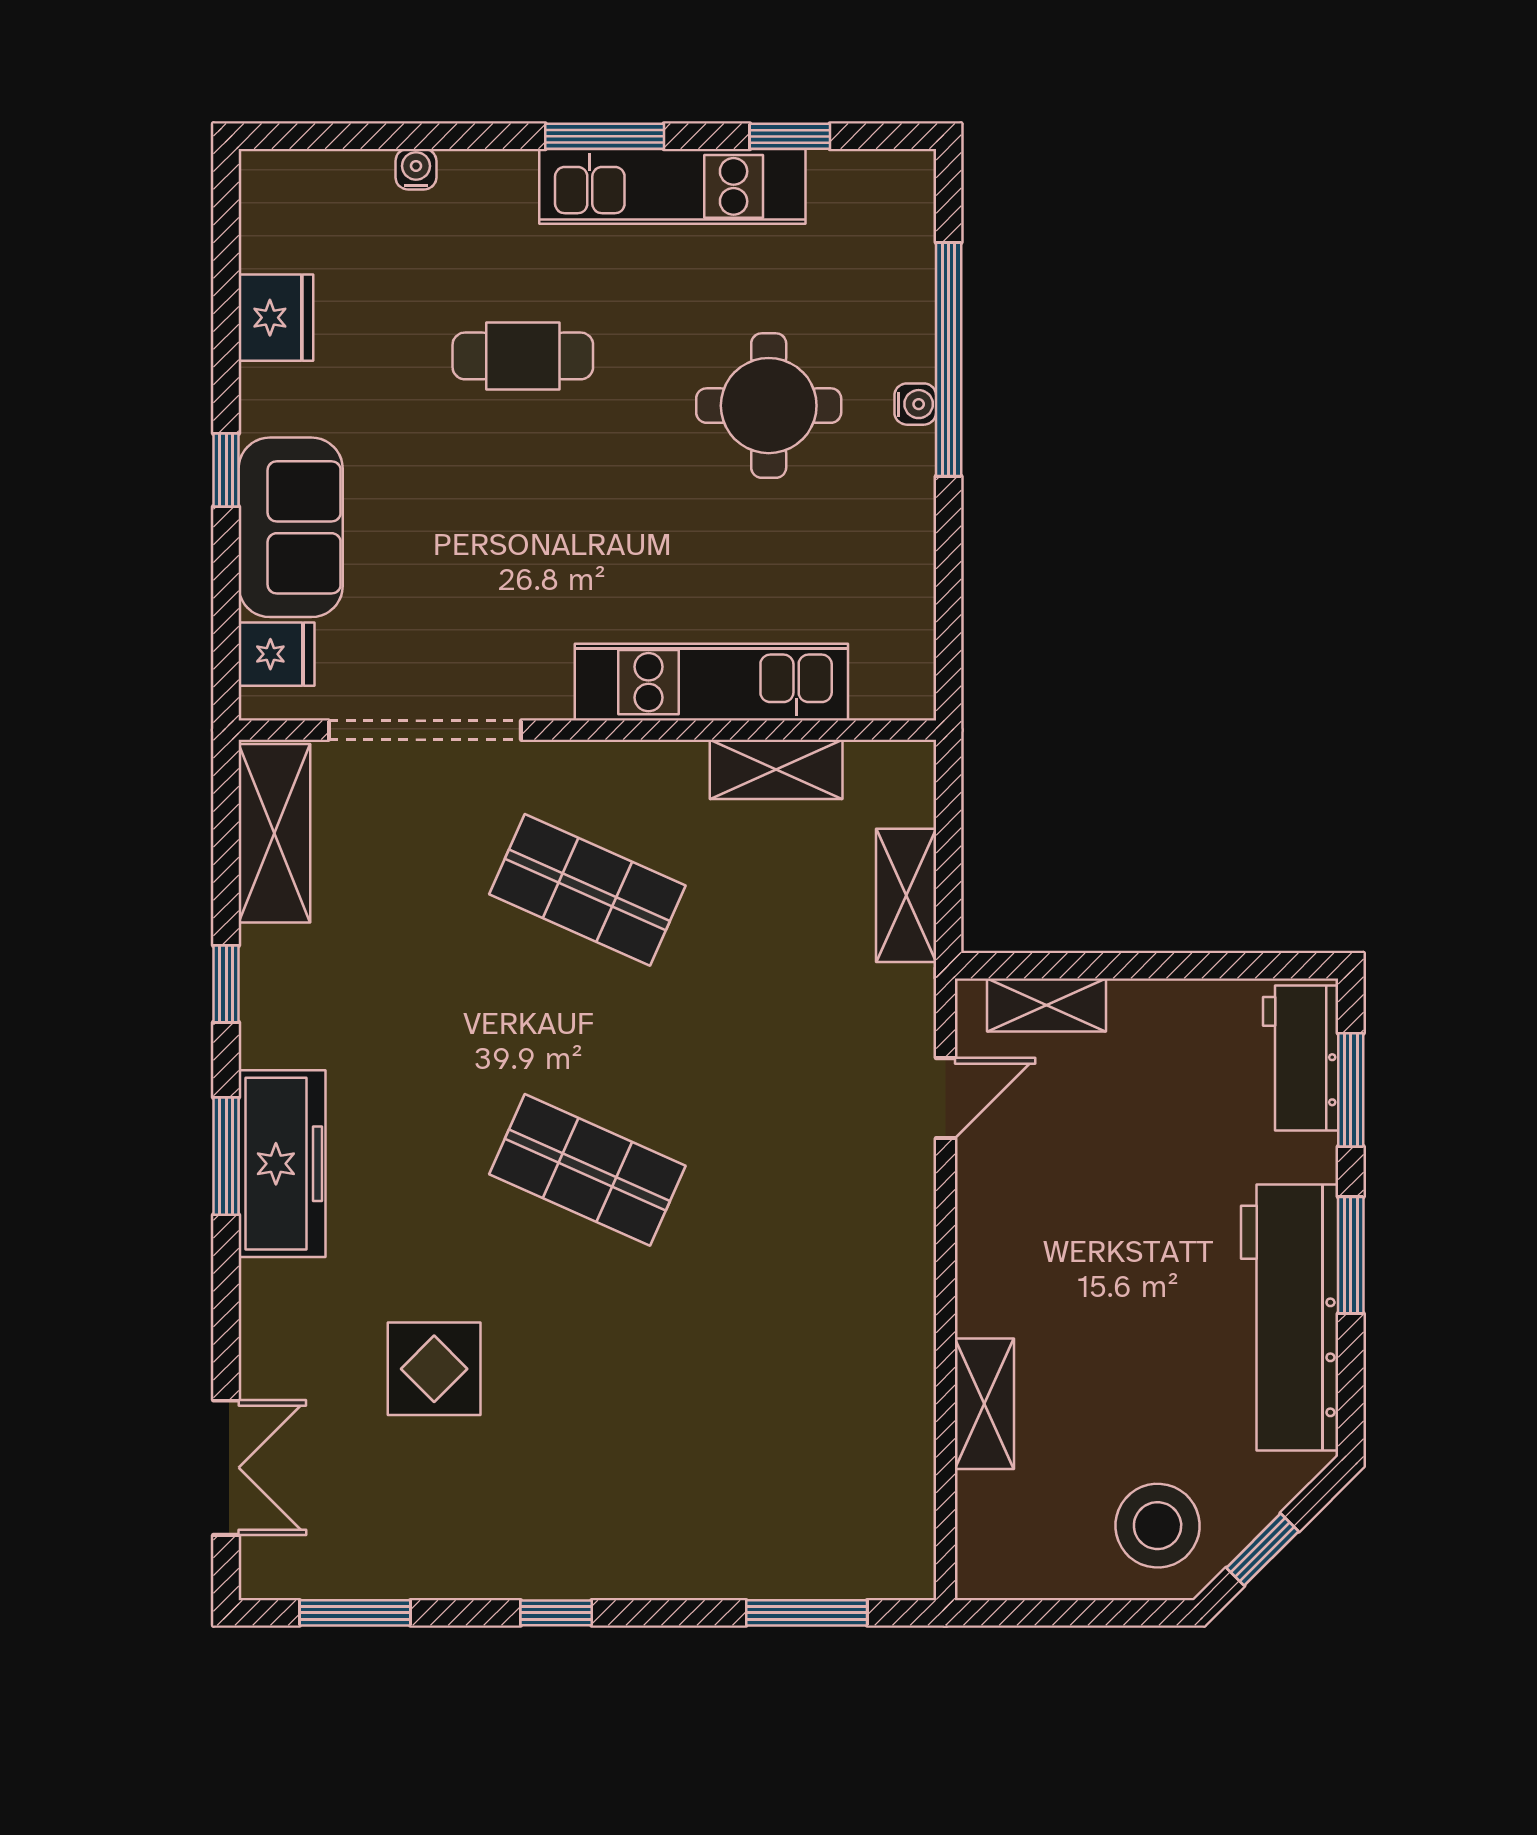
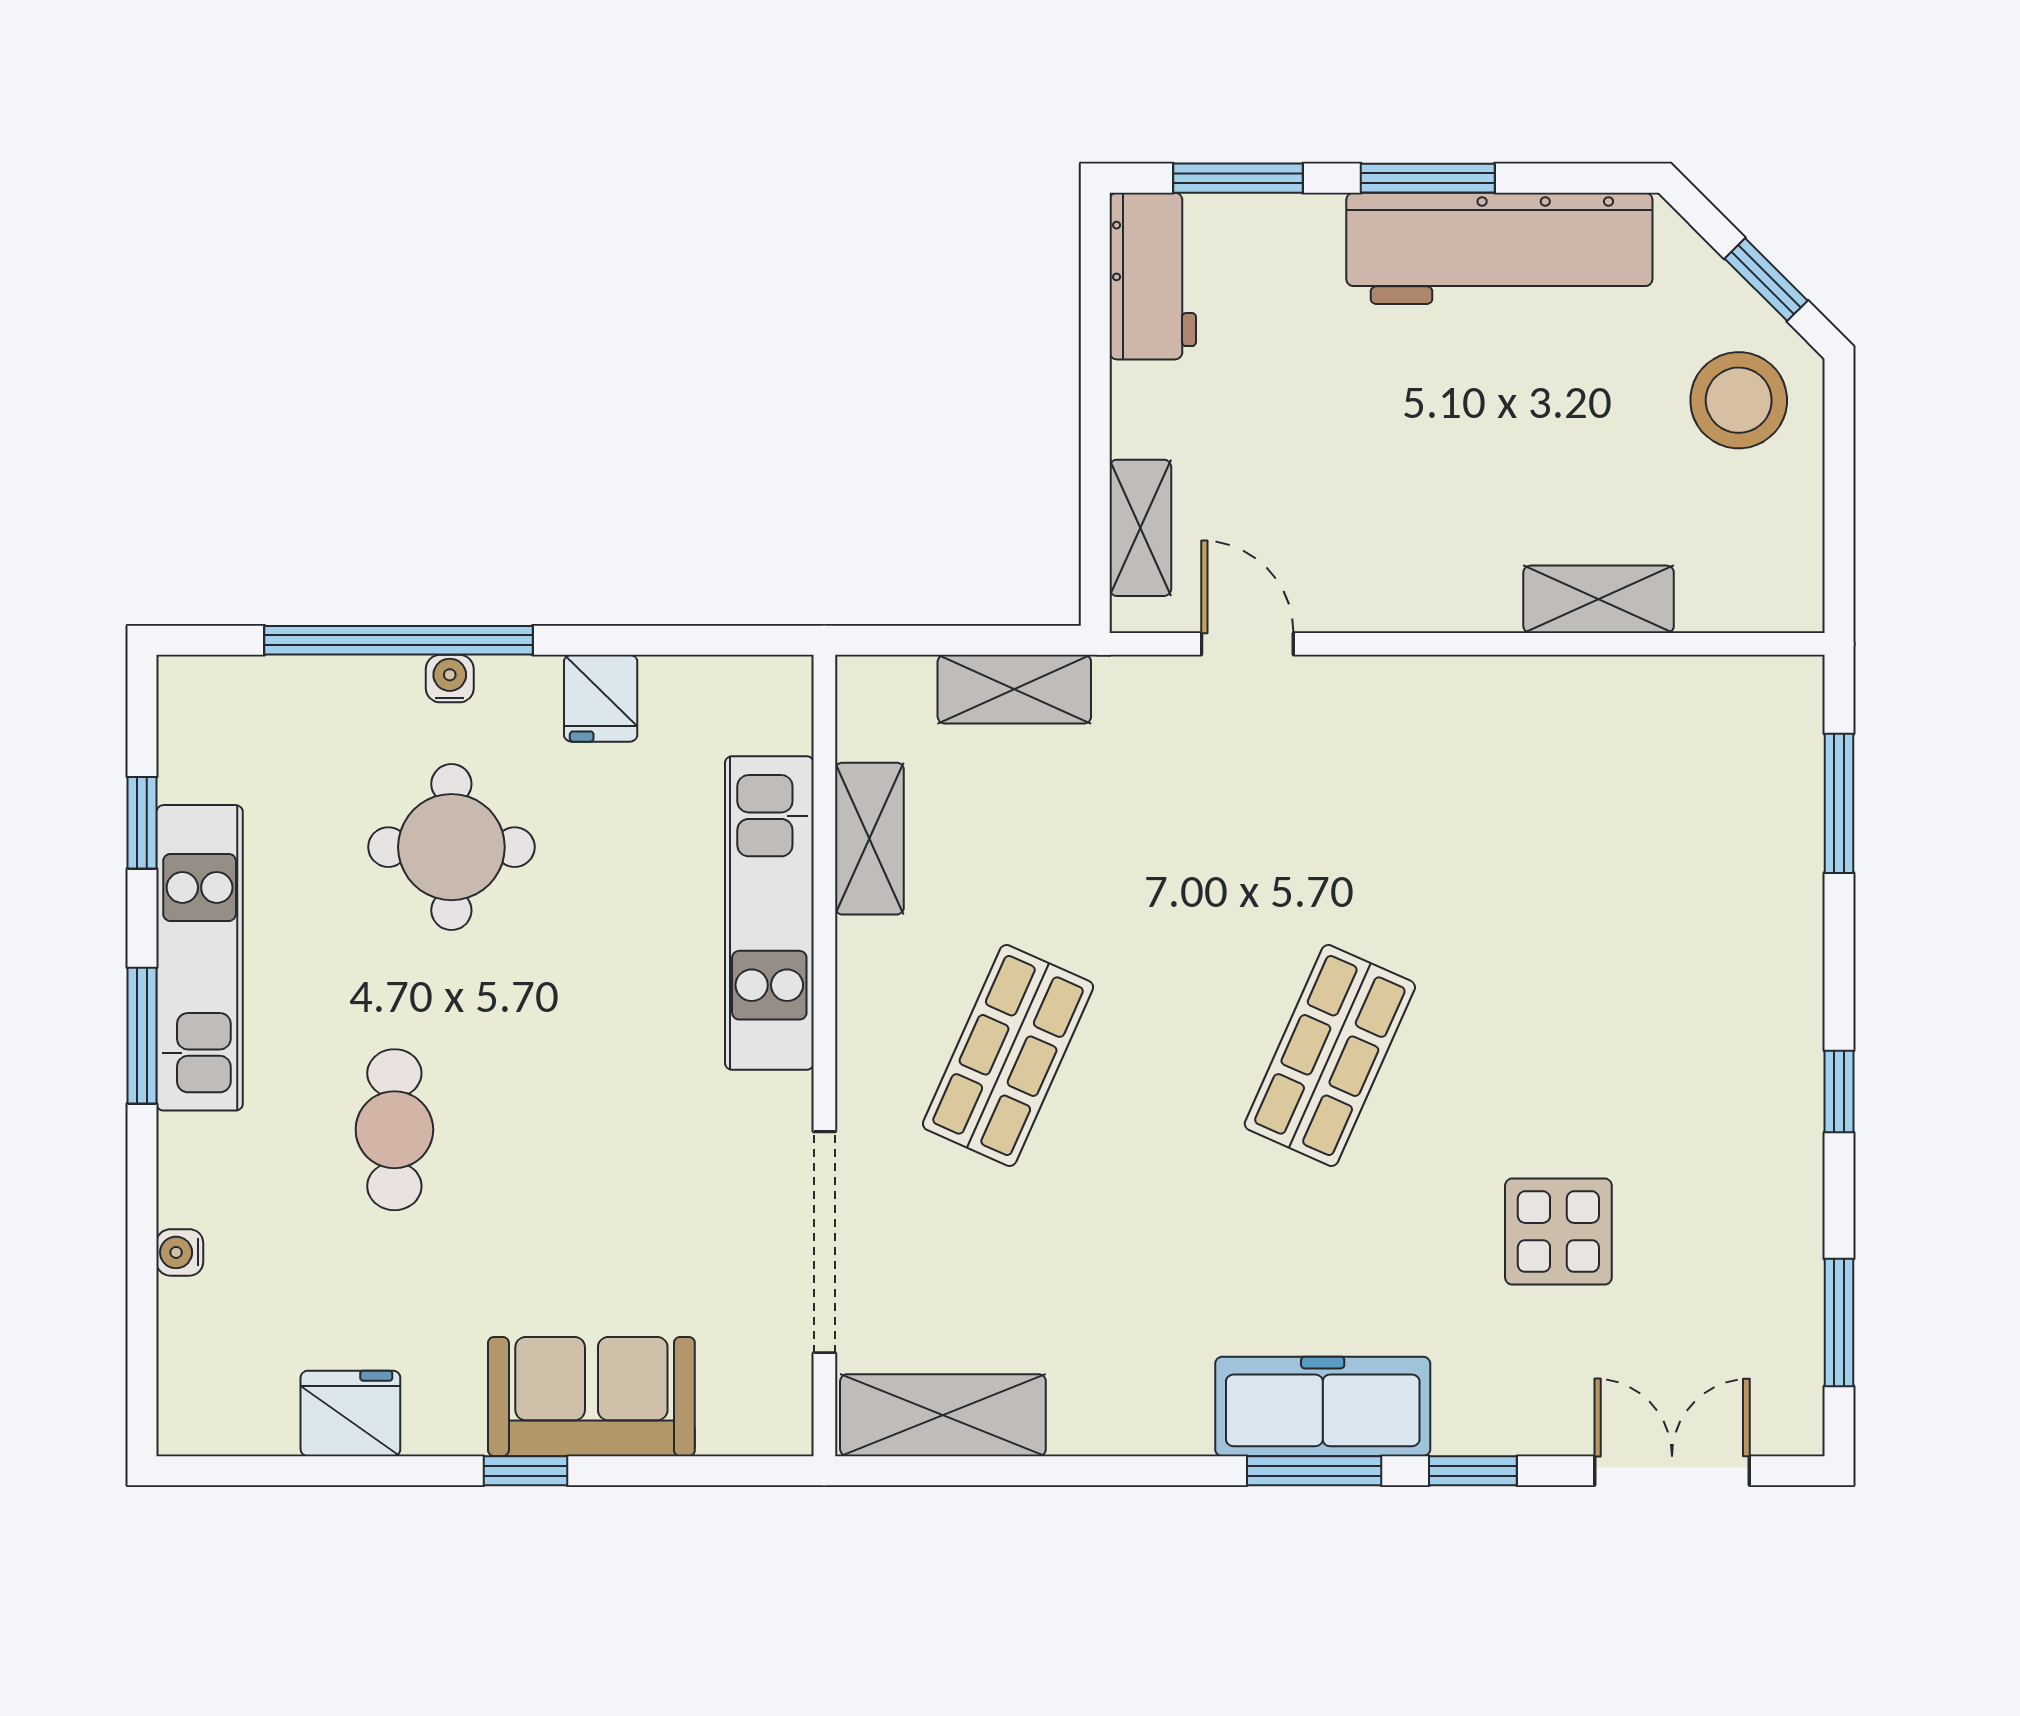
fridge: (276, 654) -> (601, 698), moved, turned 180
window: (226, 984) -> (1473, 1471), moved
workbench: (1301, 1058) -> (1153, 276), moved, turned -90

